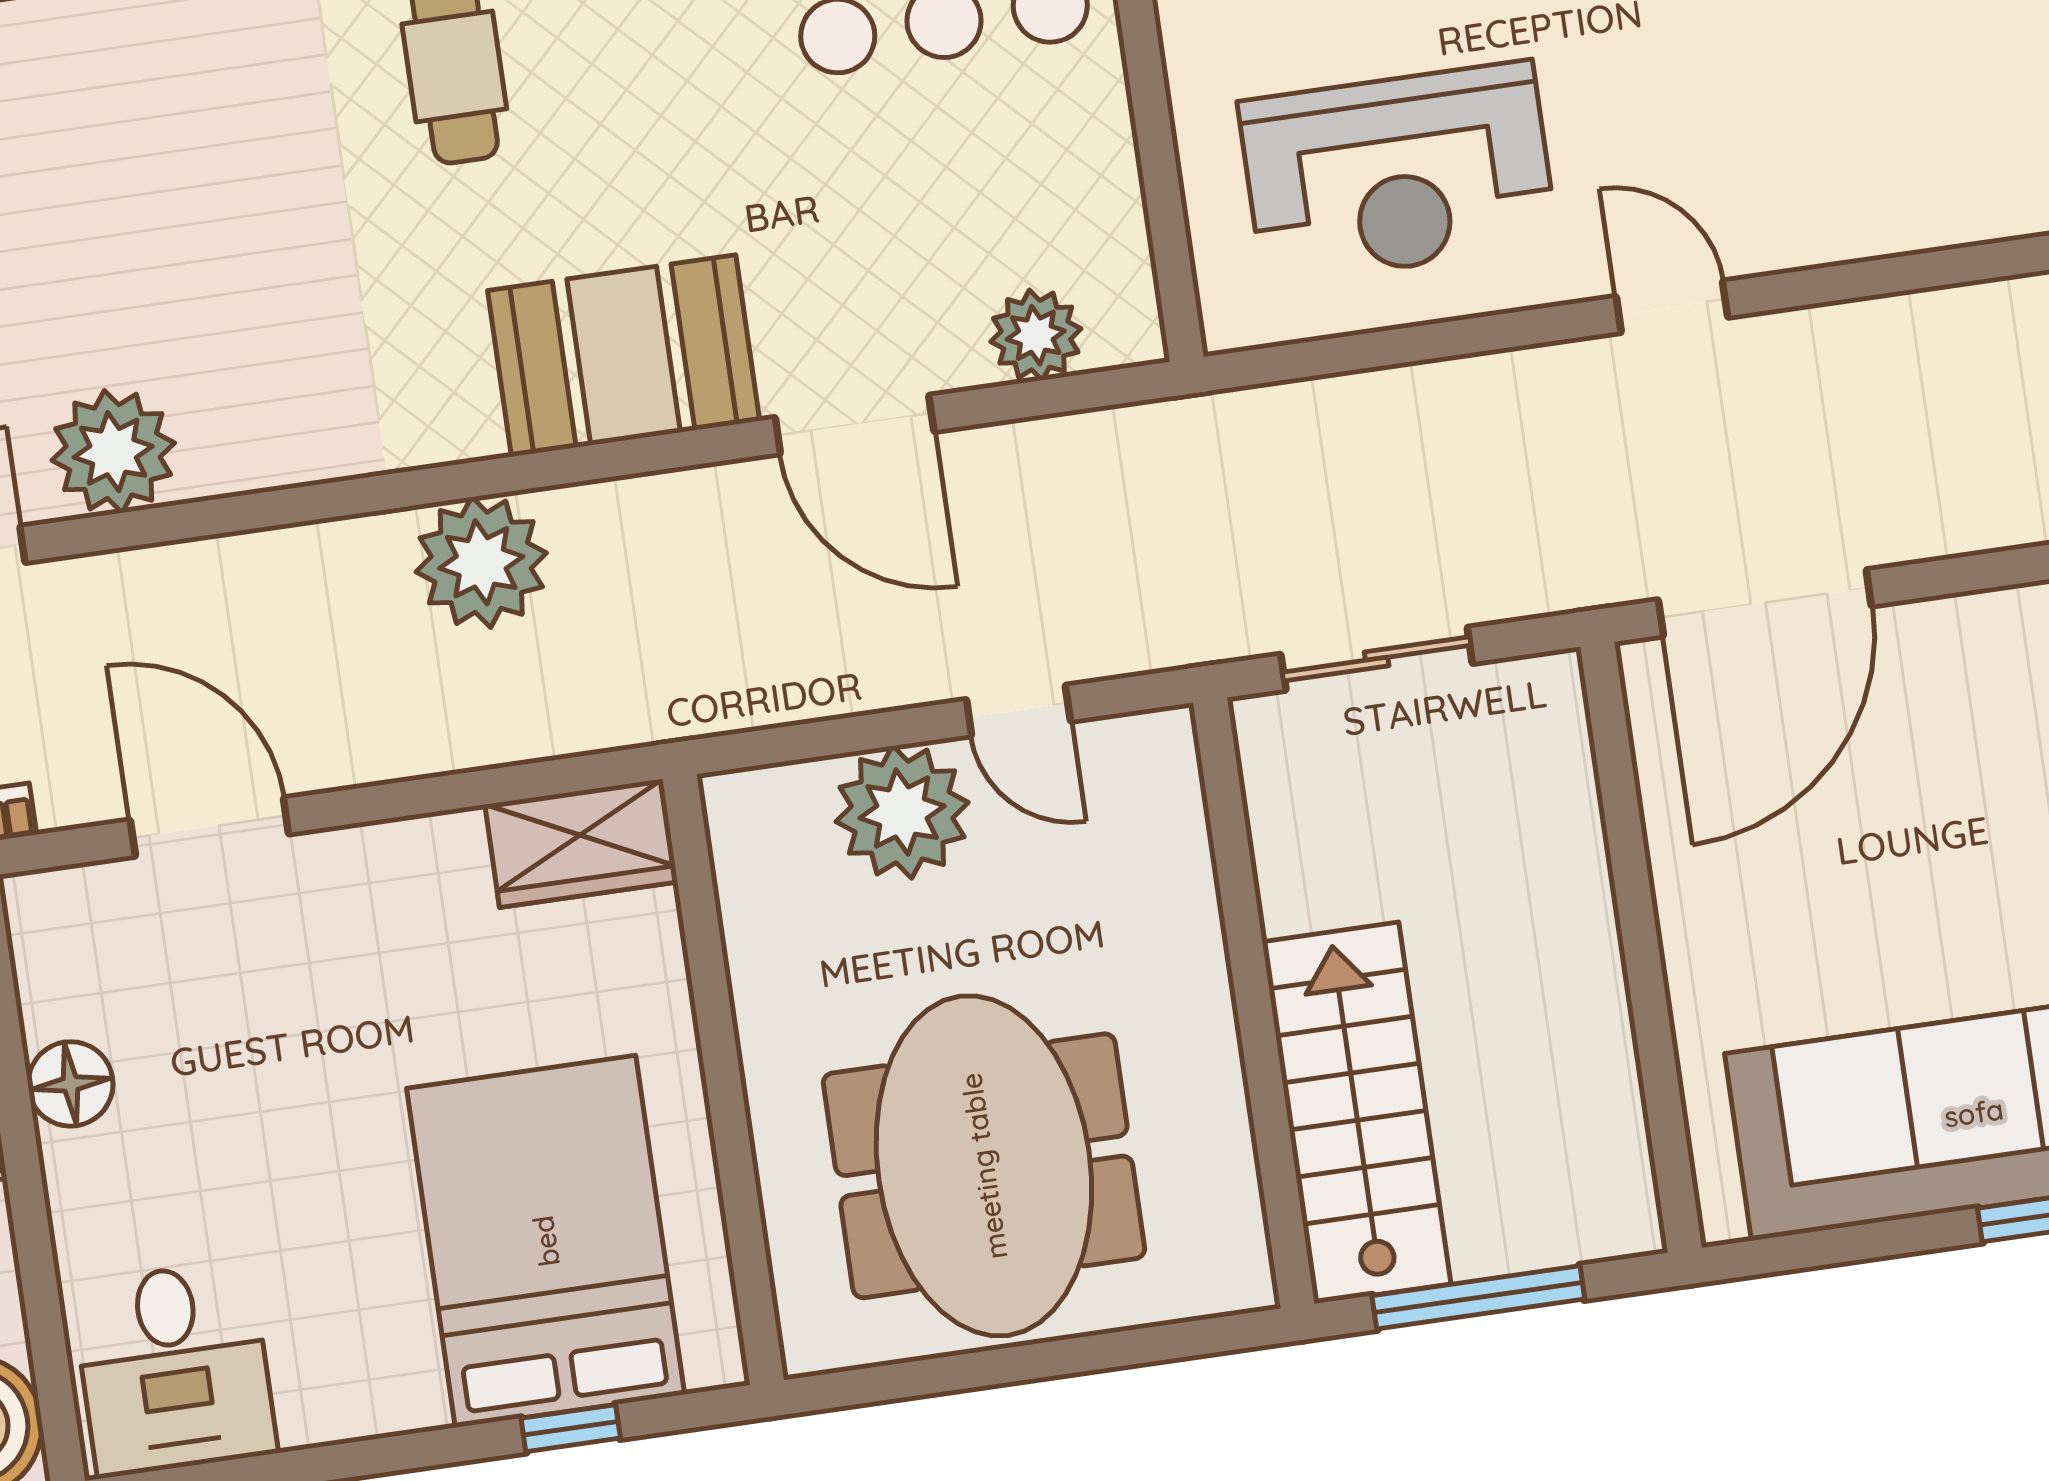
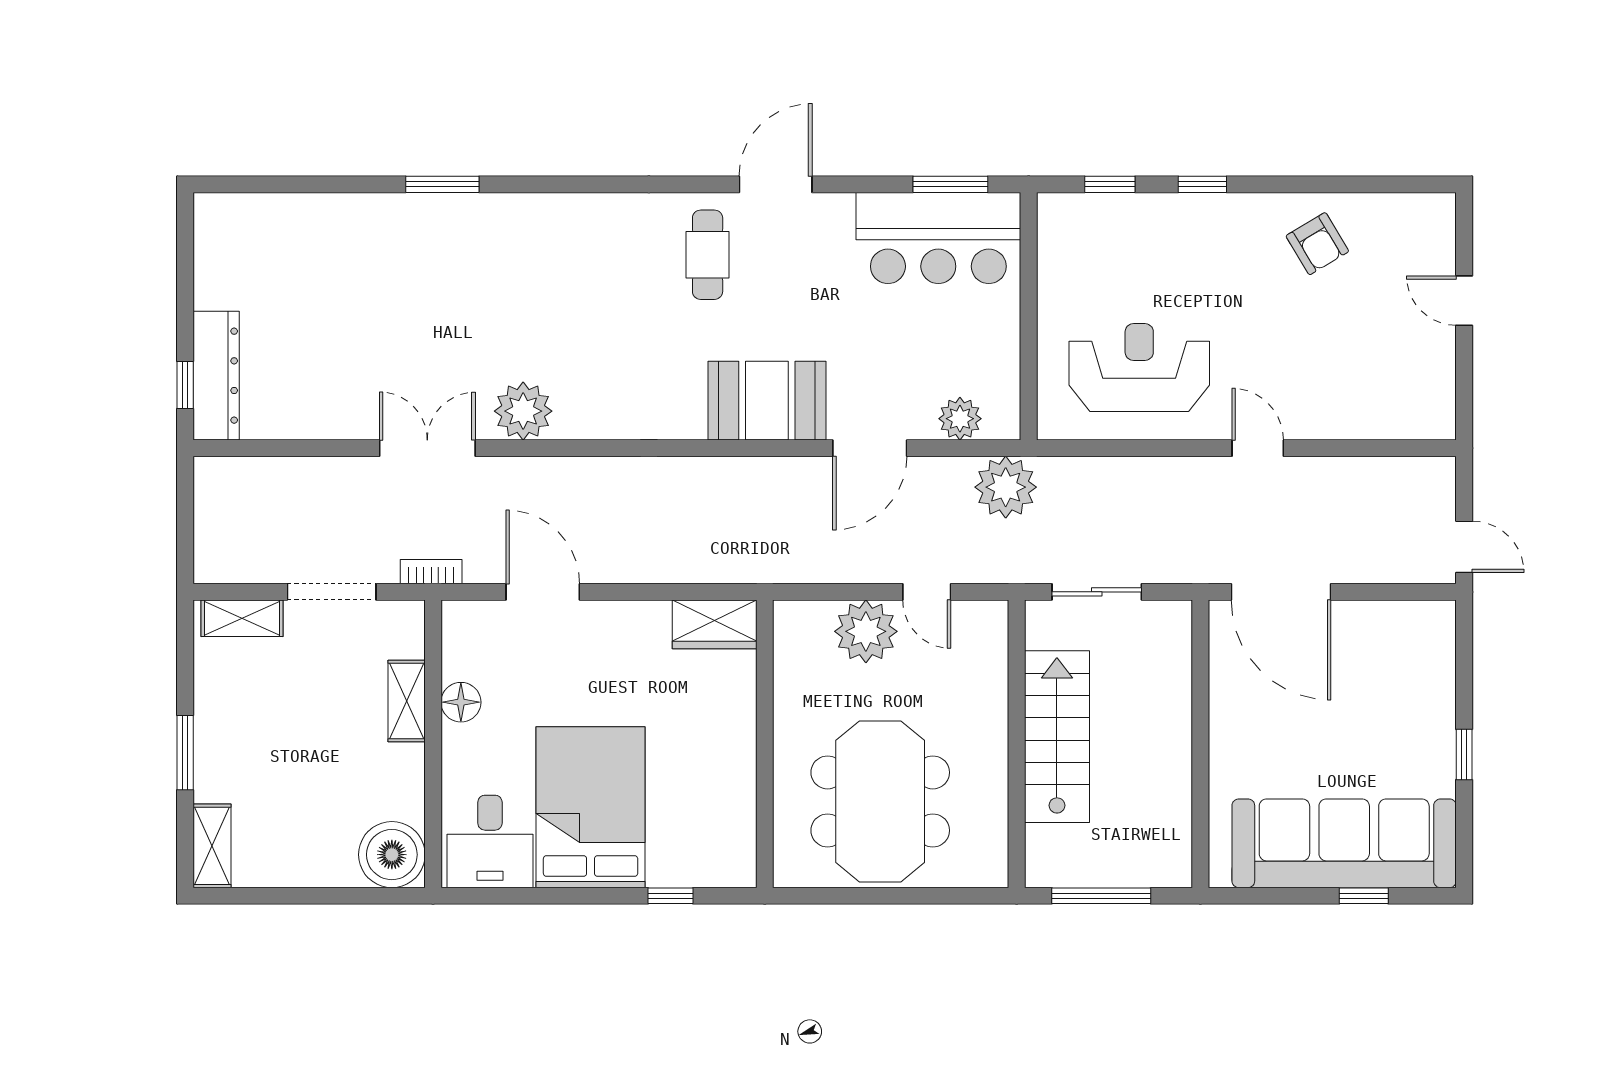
reception desk: (1398, 173) -> (1139, 368), turned 180
door: (855, 425) -> (870, 448), hinge flipped
plant: (481, 562) -> (1006, 487), moved
door: (1765, 603) -> (1281, 592), hinge flipped
stairs: (1357, 1113) -> (1057, 737), moved
bed: (546, 1241) -> (591, 807), moved

